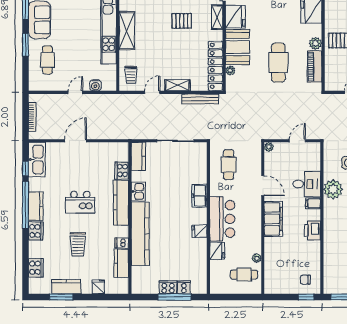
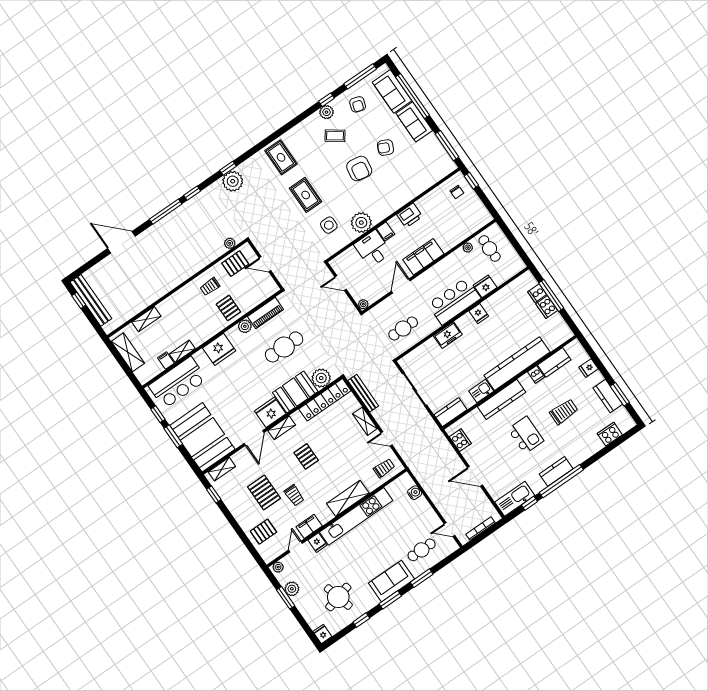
plant: (230, 71) -> (321, 378), width x1.87, depth x1.87
door: (75, 92) -> (449, 530), moved
cooker: (122, 171) -> (460, 440), moved, turned -90
cooker: (36, 231) -> (578, 457), removed

